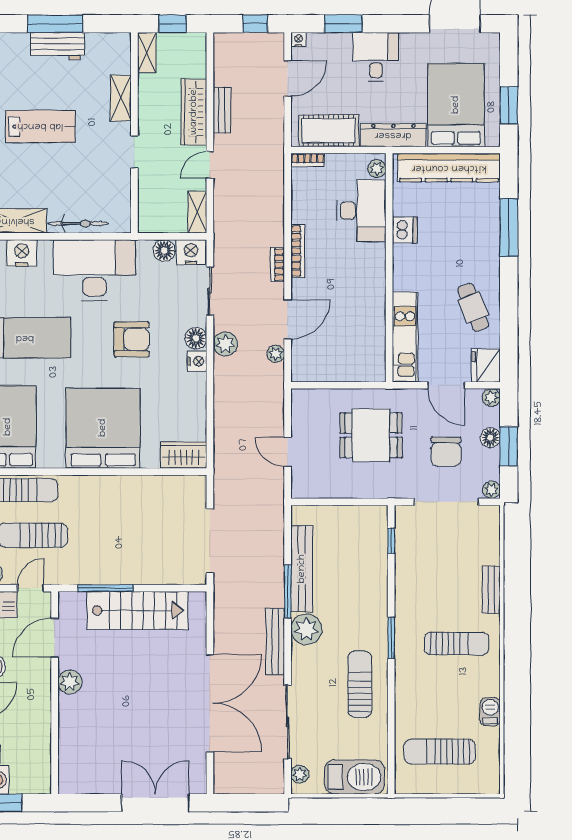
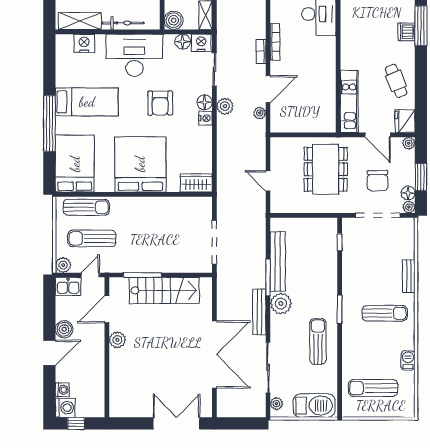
boiler: (151, 220) -> (174, 20), added
dishwasher: (405, 230) -> (406, 32), moved, turned 180
armchair: (132, 339) -> (160, 103), turned 90
dining table: (371, 435) -> (326, 169), width x1.38
floor lamp: (490, 438) -> (408, 193), moved

